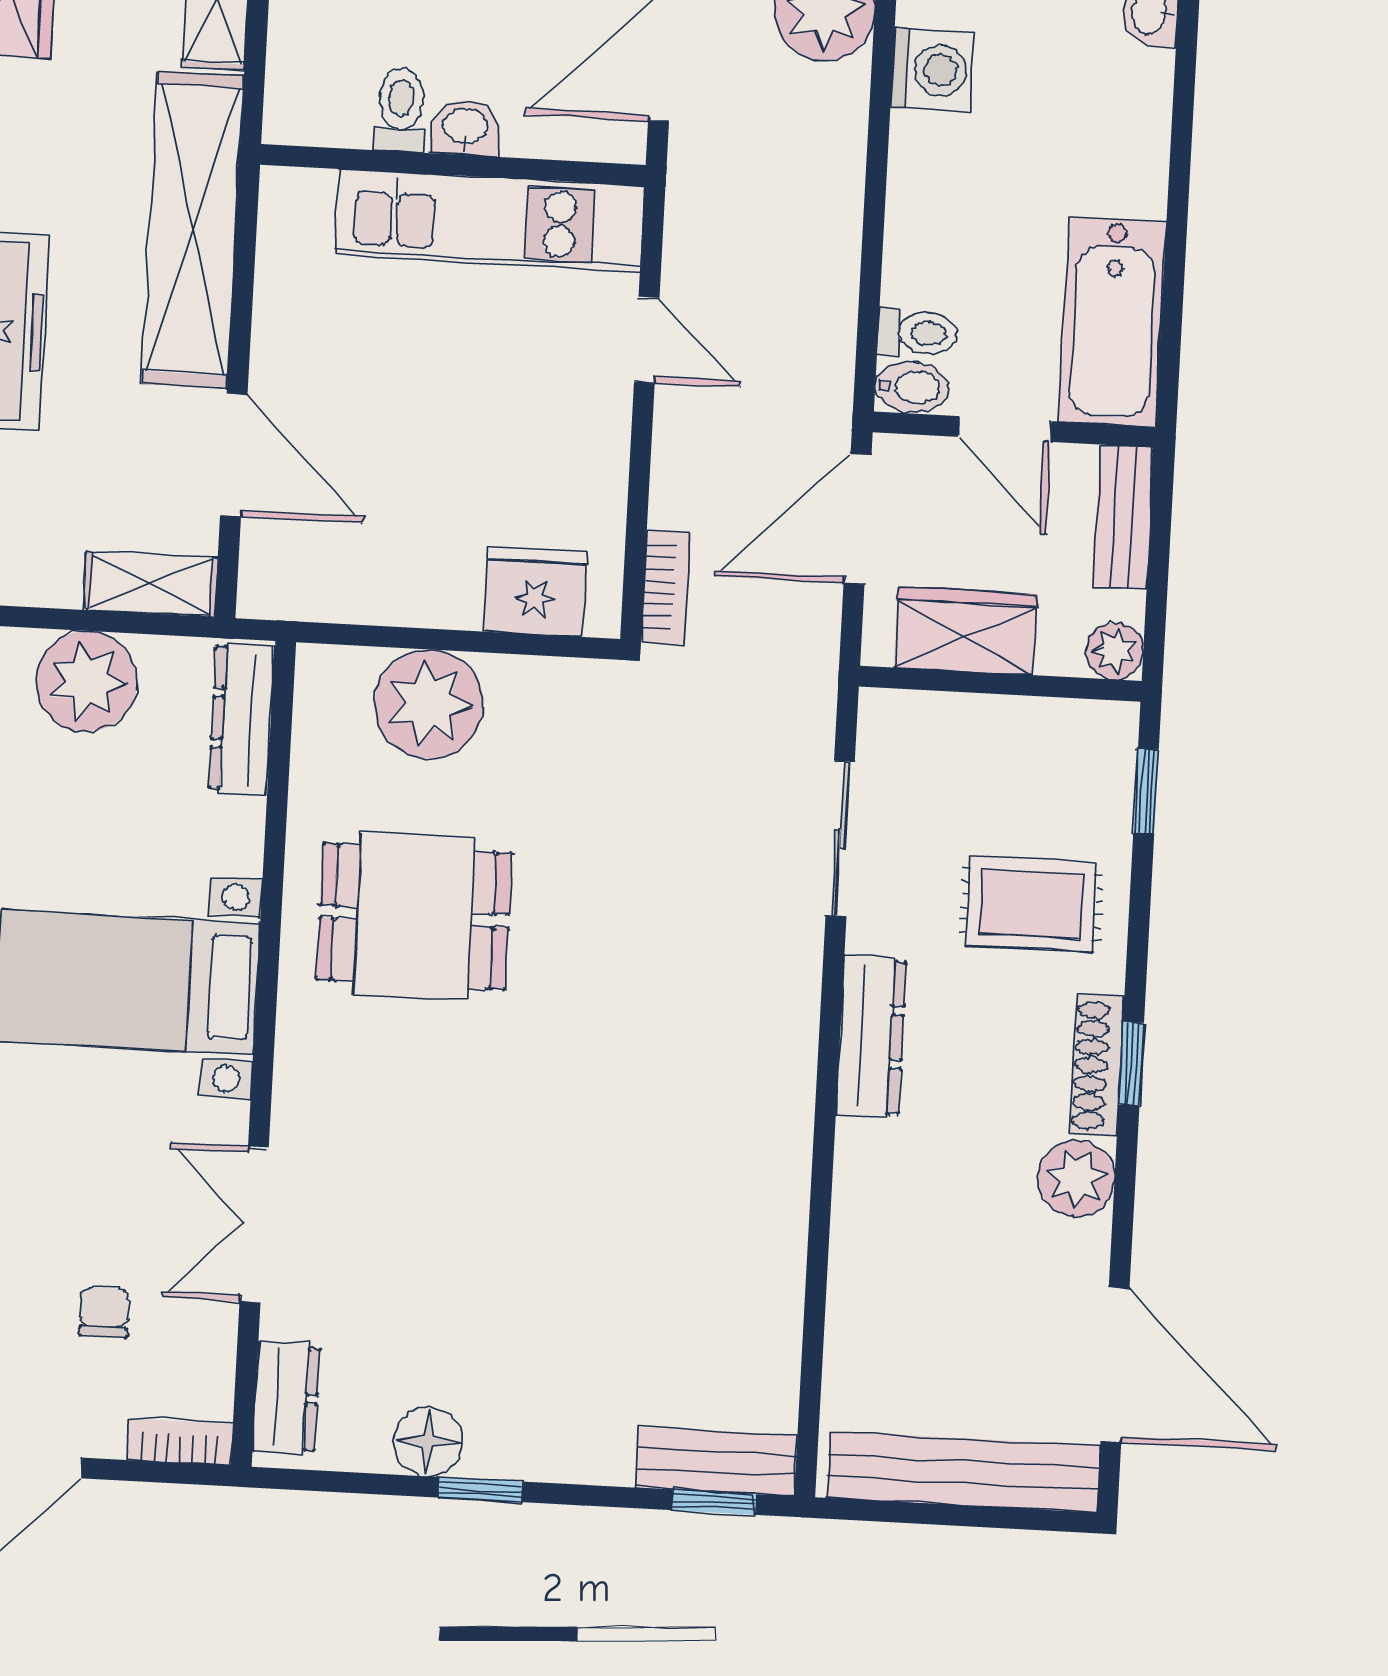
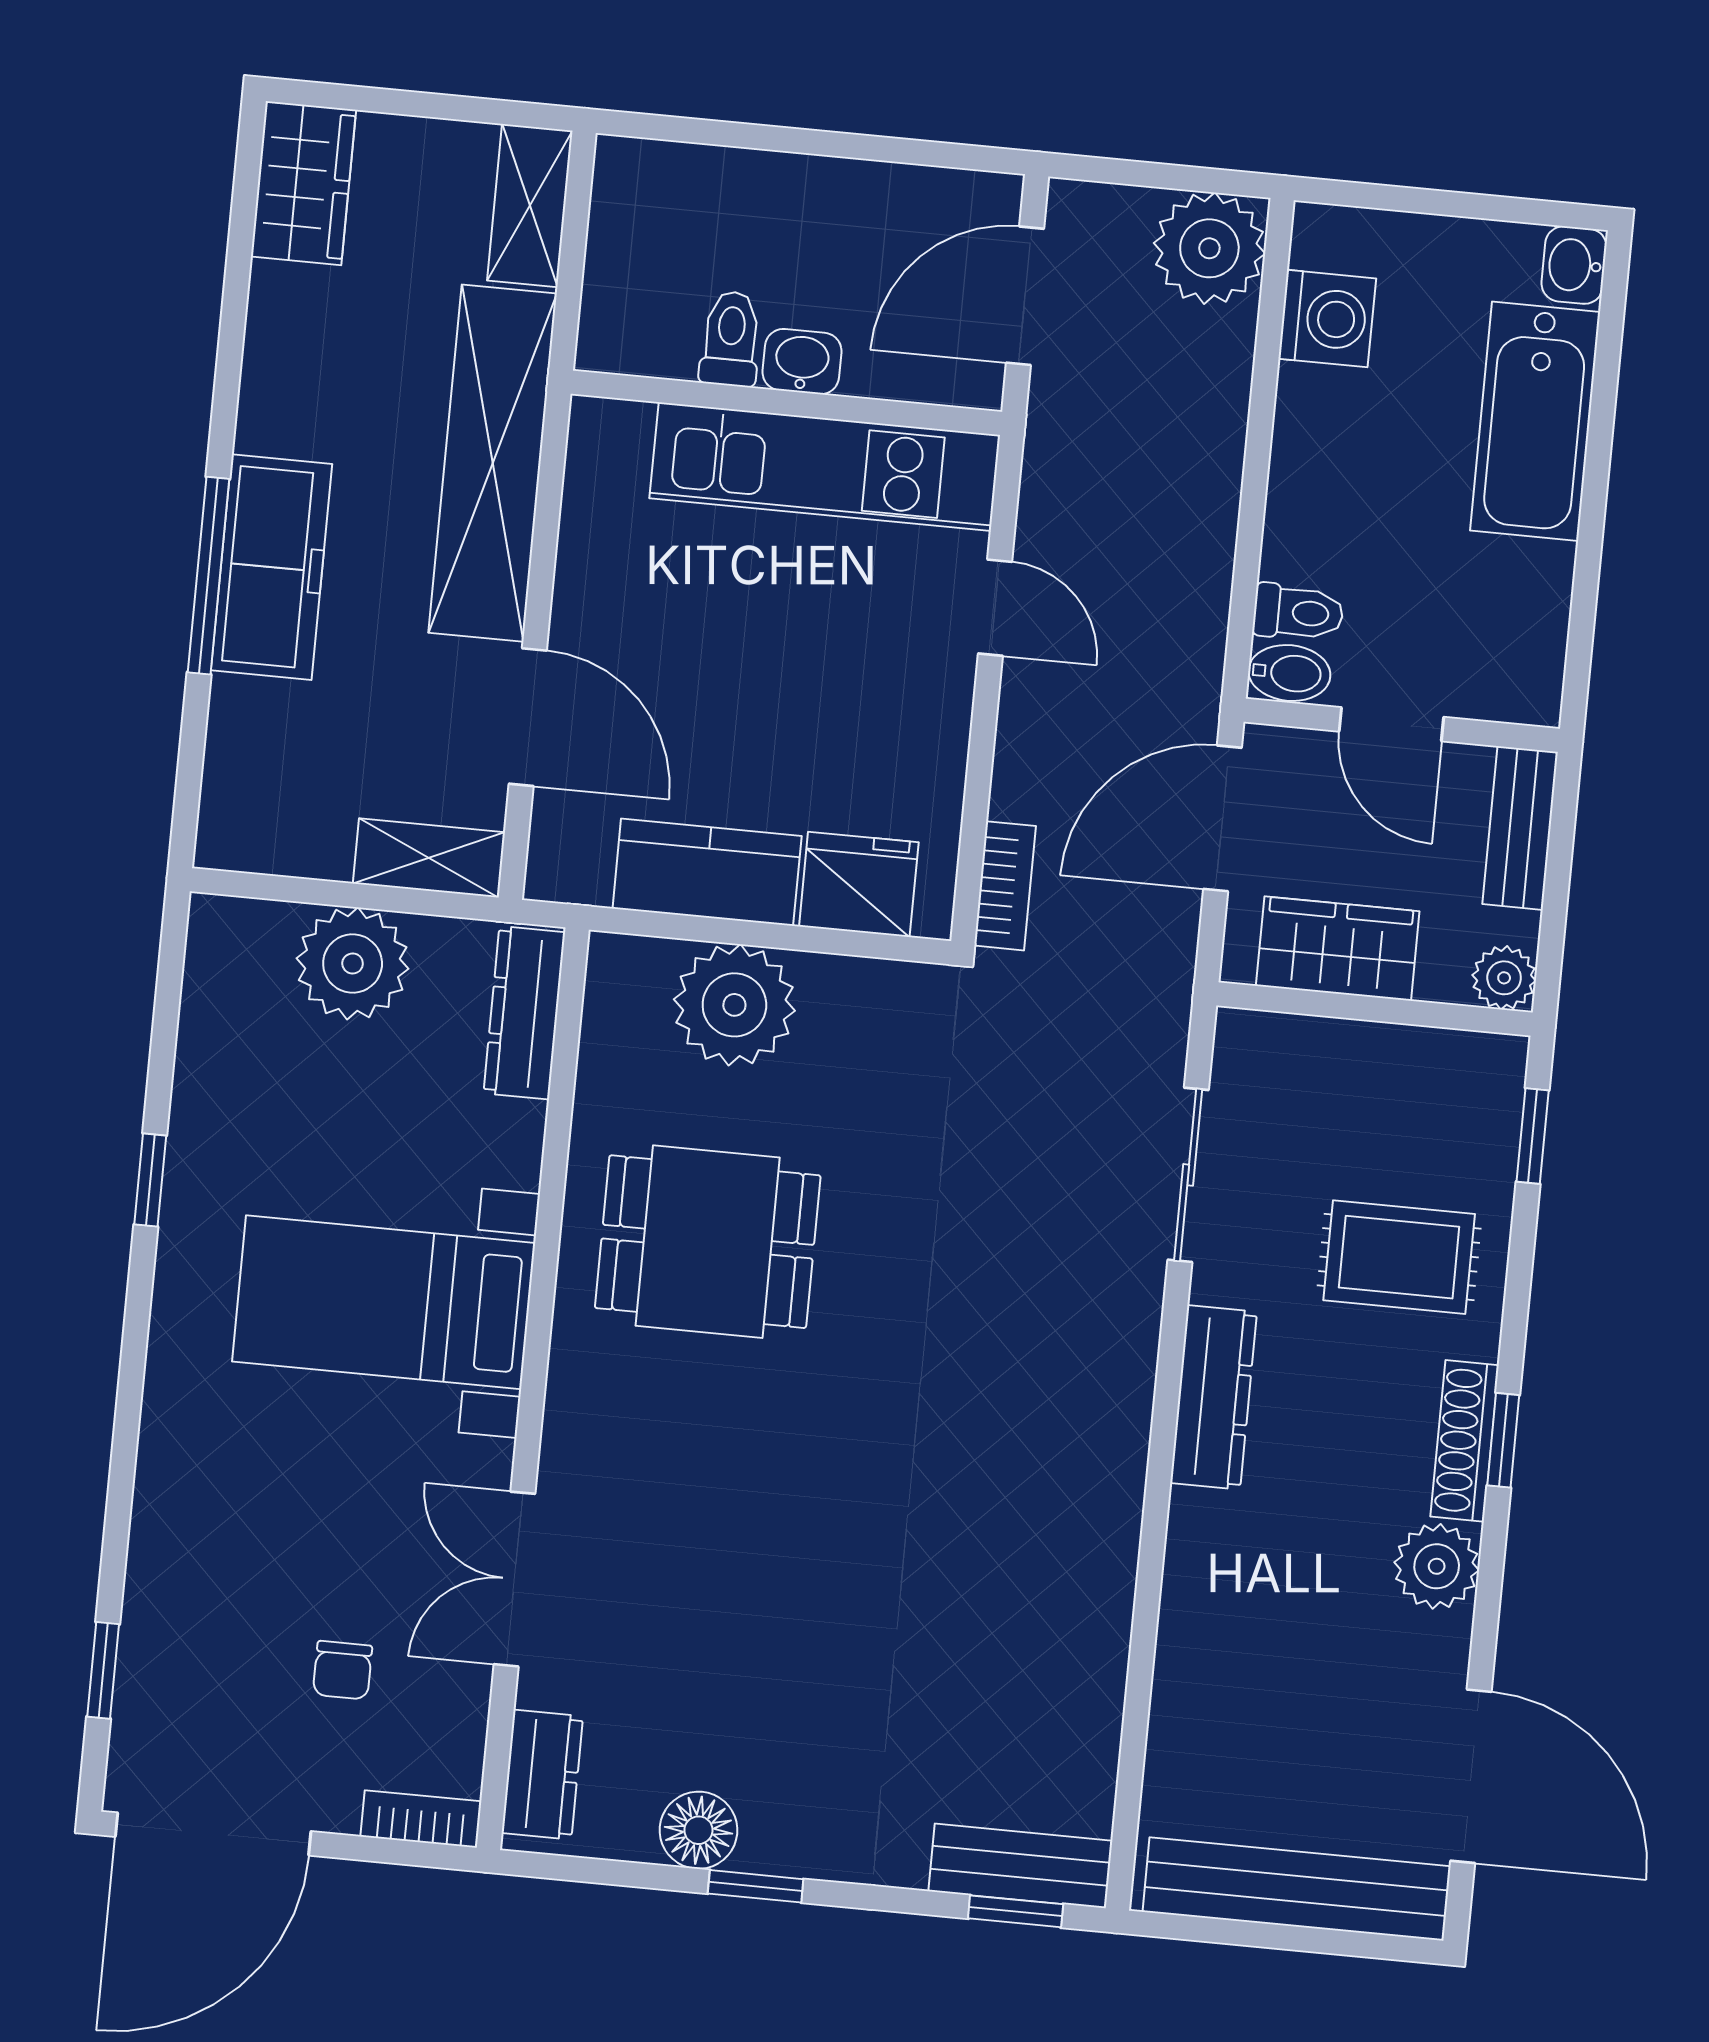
bathtub: (1113, 322) -> (1535, 421), moved
kitchen counter: (400, 587) -> (707, 872), added
chair: (104, 1312) -> (343, 1670), turned 180

